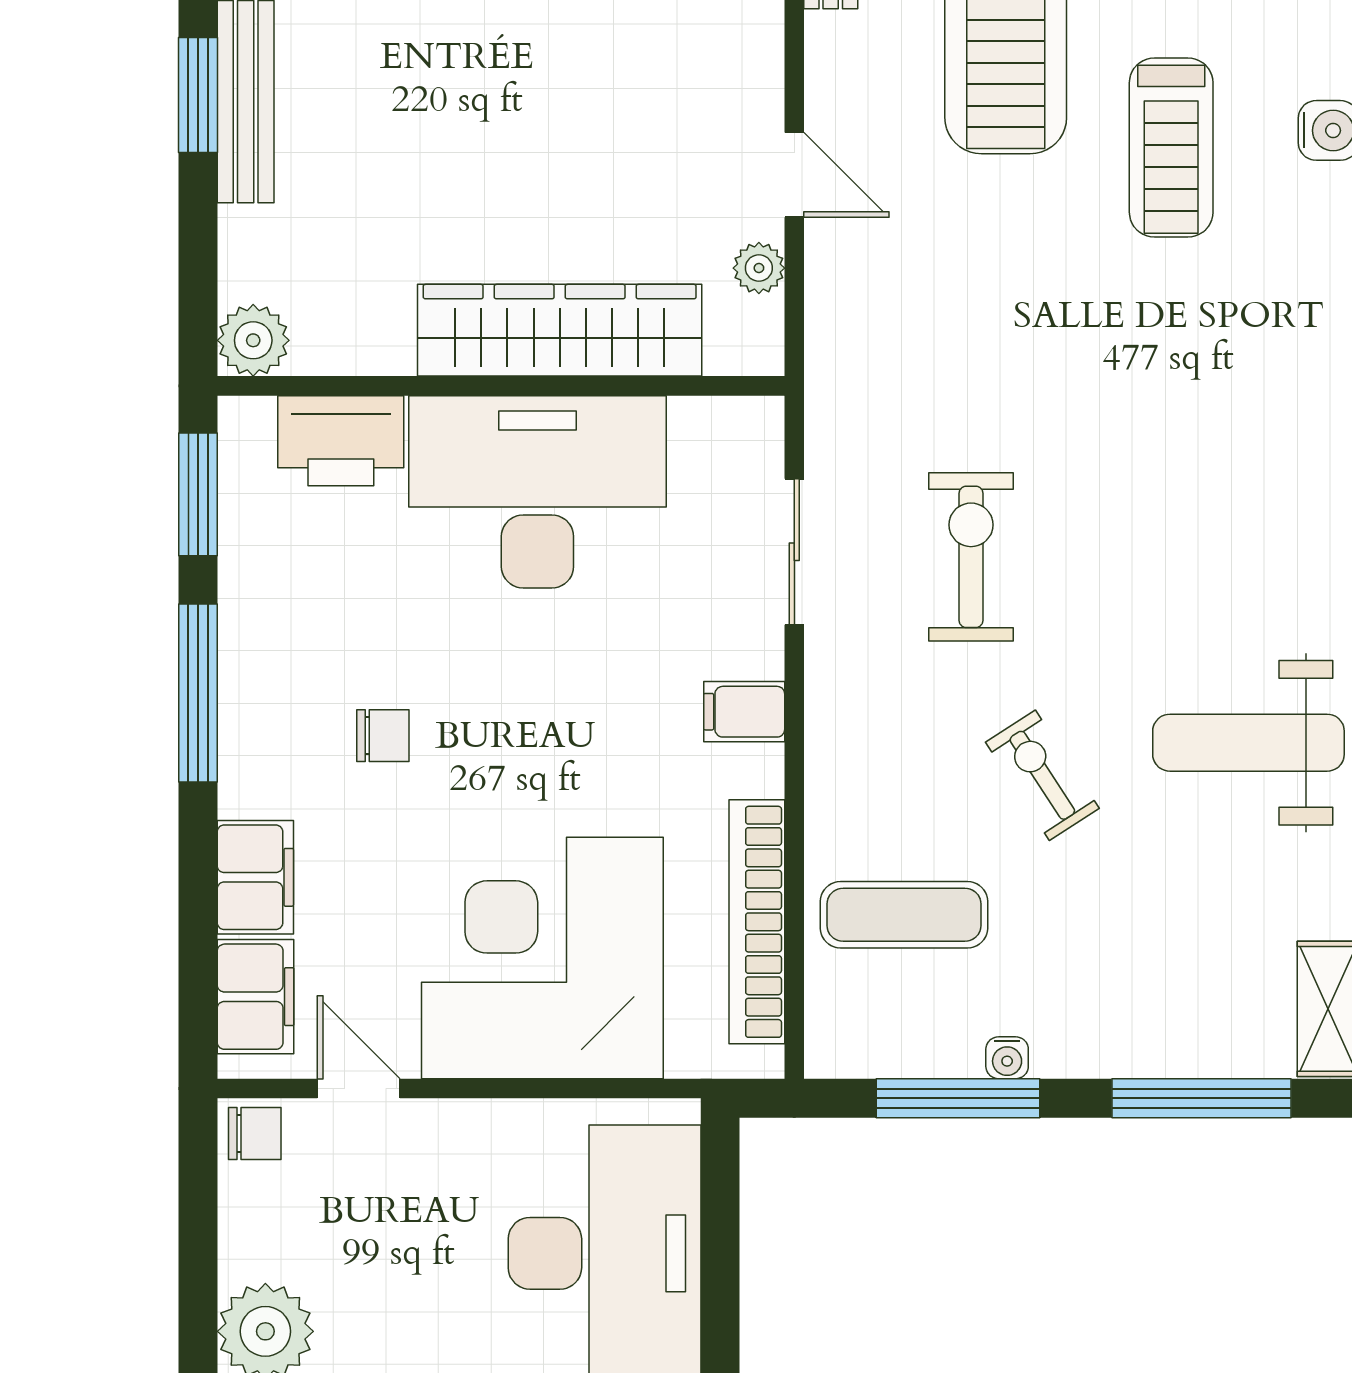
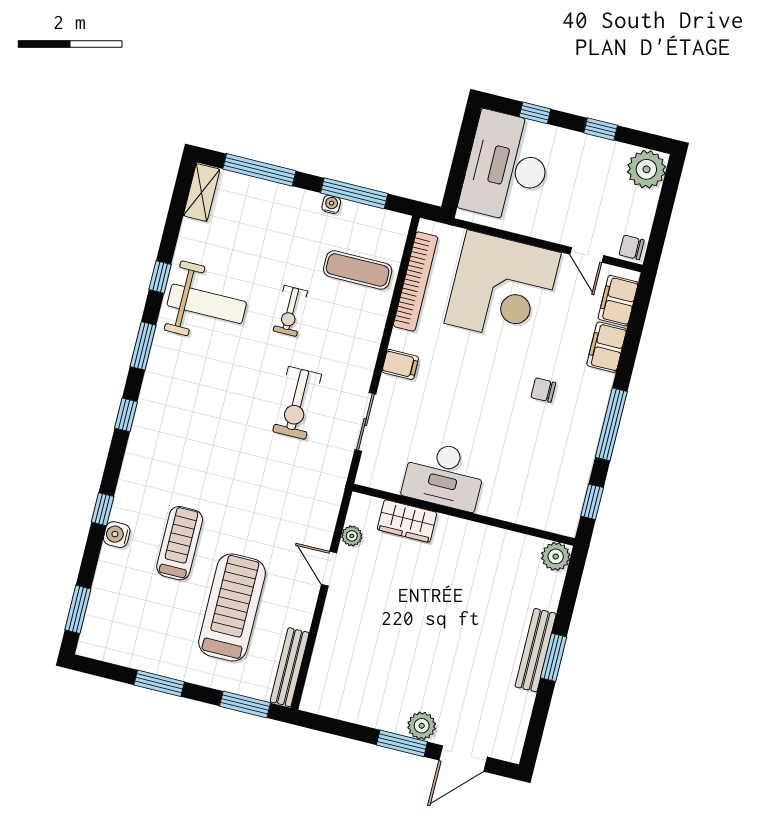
wardrobe: (560, 330) -> (407, 521), width x0.48, depth x0.85
printer: (341, 441) -> (531, 509), removed
desk: (537, 492) -> (444, 475), width x0.73, depth x0.77
window: (198, 494) -> (592, 502), width x0.67
exercise bike: (1042, 775) -> (290, 311), turned 33

